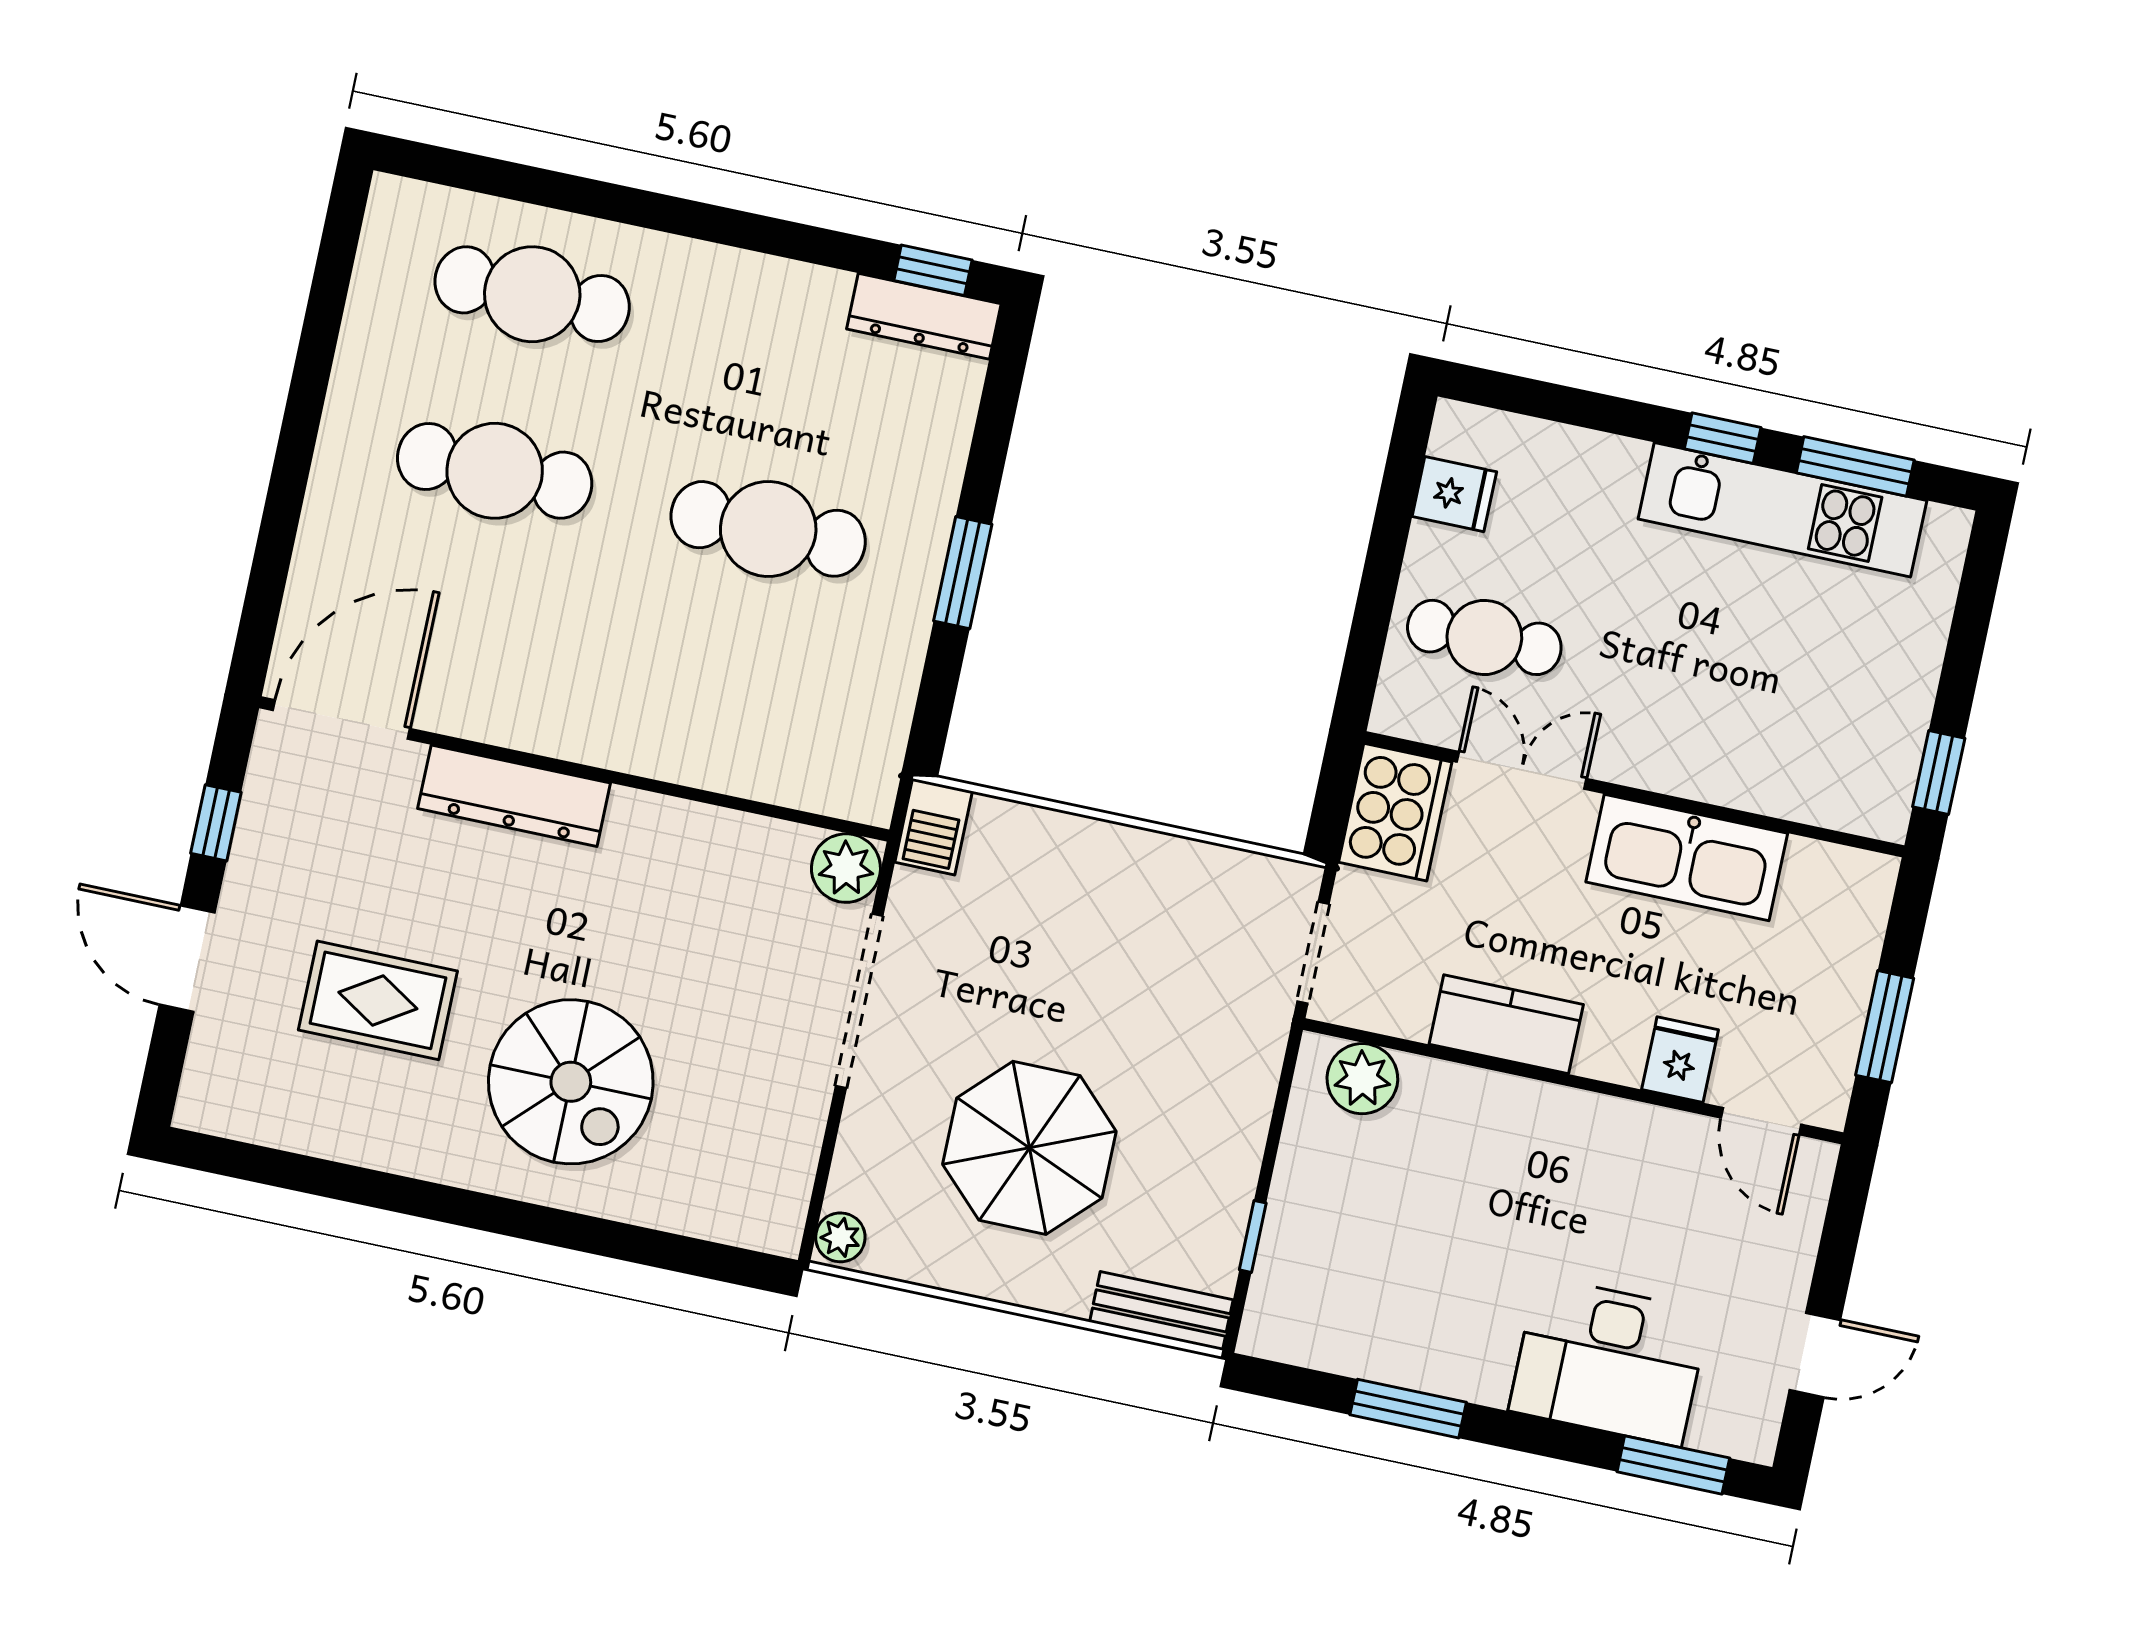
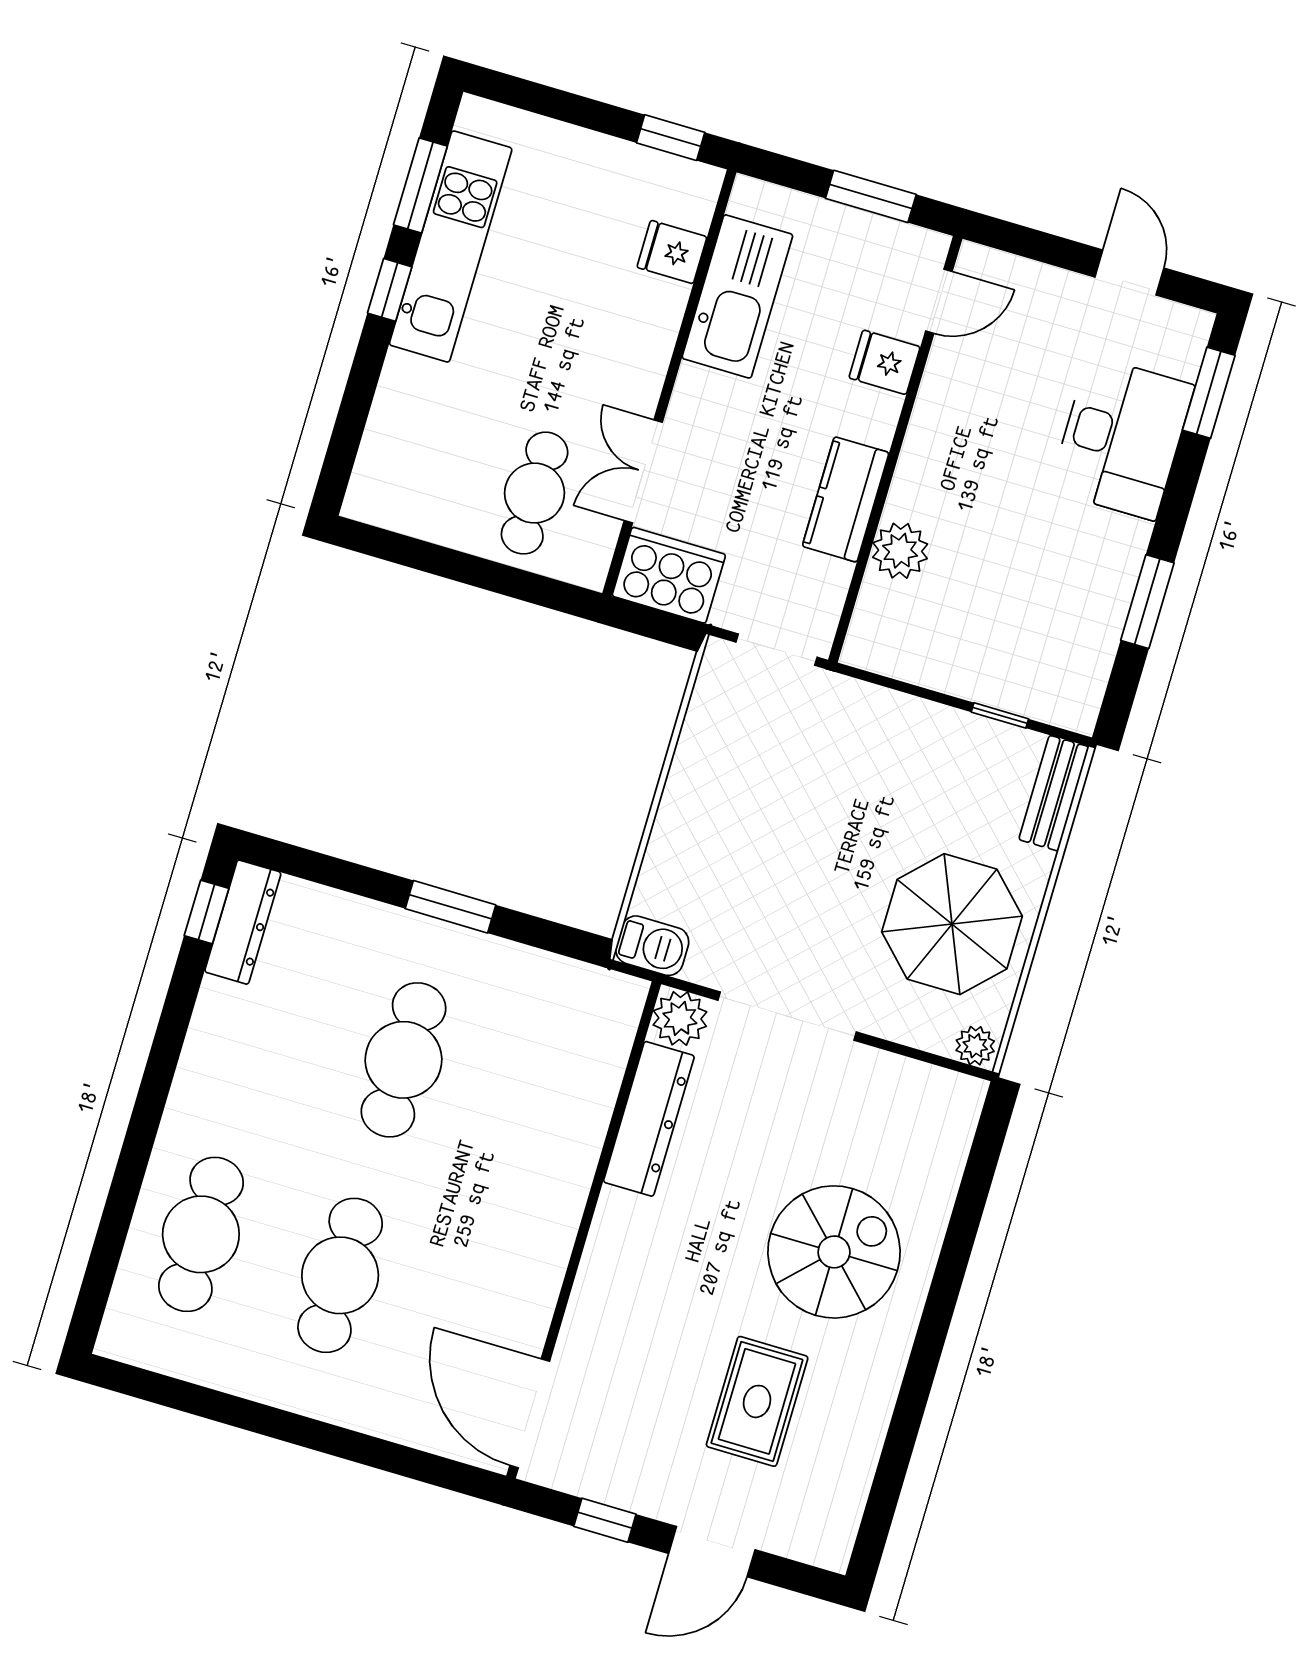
fridge: (1454, 494) -> (672, 252), moved, turned -90
dresser: (514, 796) -> (649, 1119), moved
kitchen sink: (1687, 858) -> (737, 296), moved
plant: (1362, 1079) -> (900, 551), moved
parasol: (1029, 1148) -> (952, 924), moved

